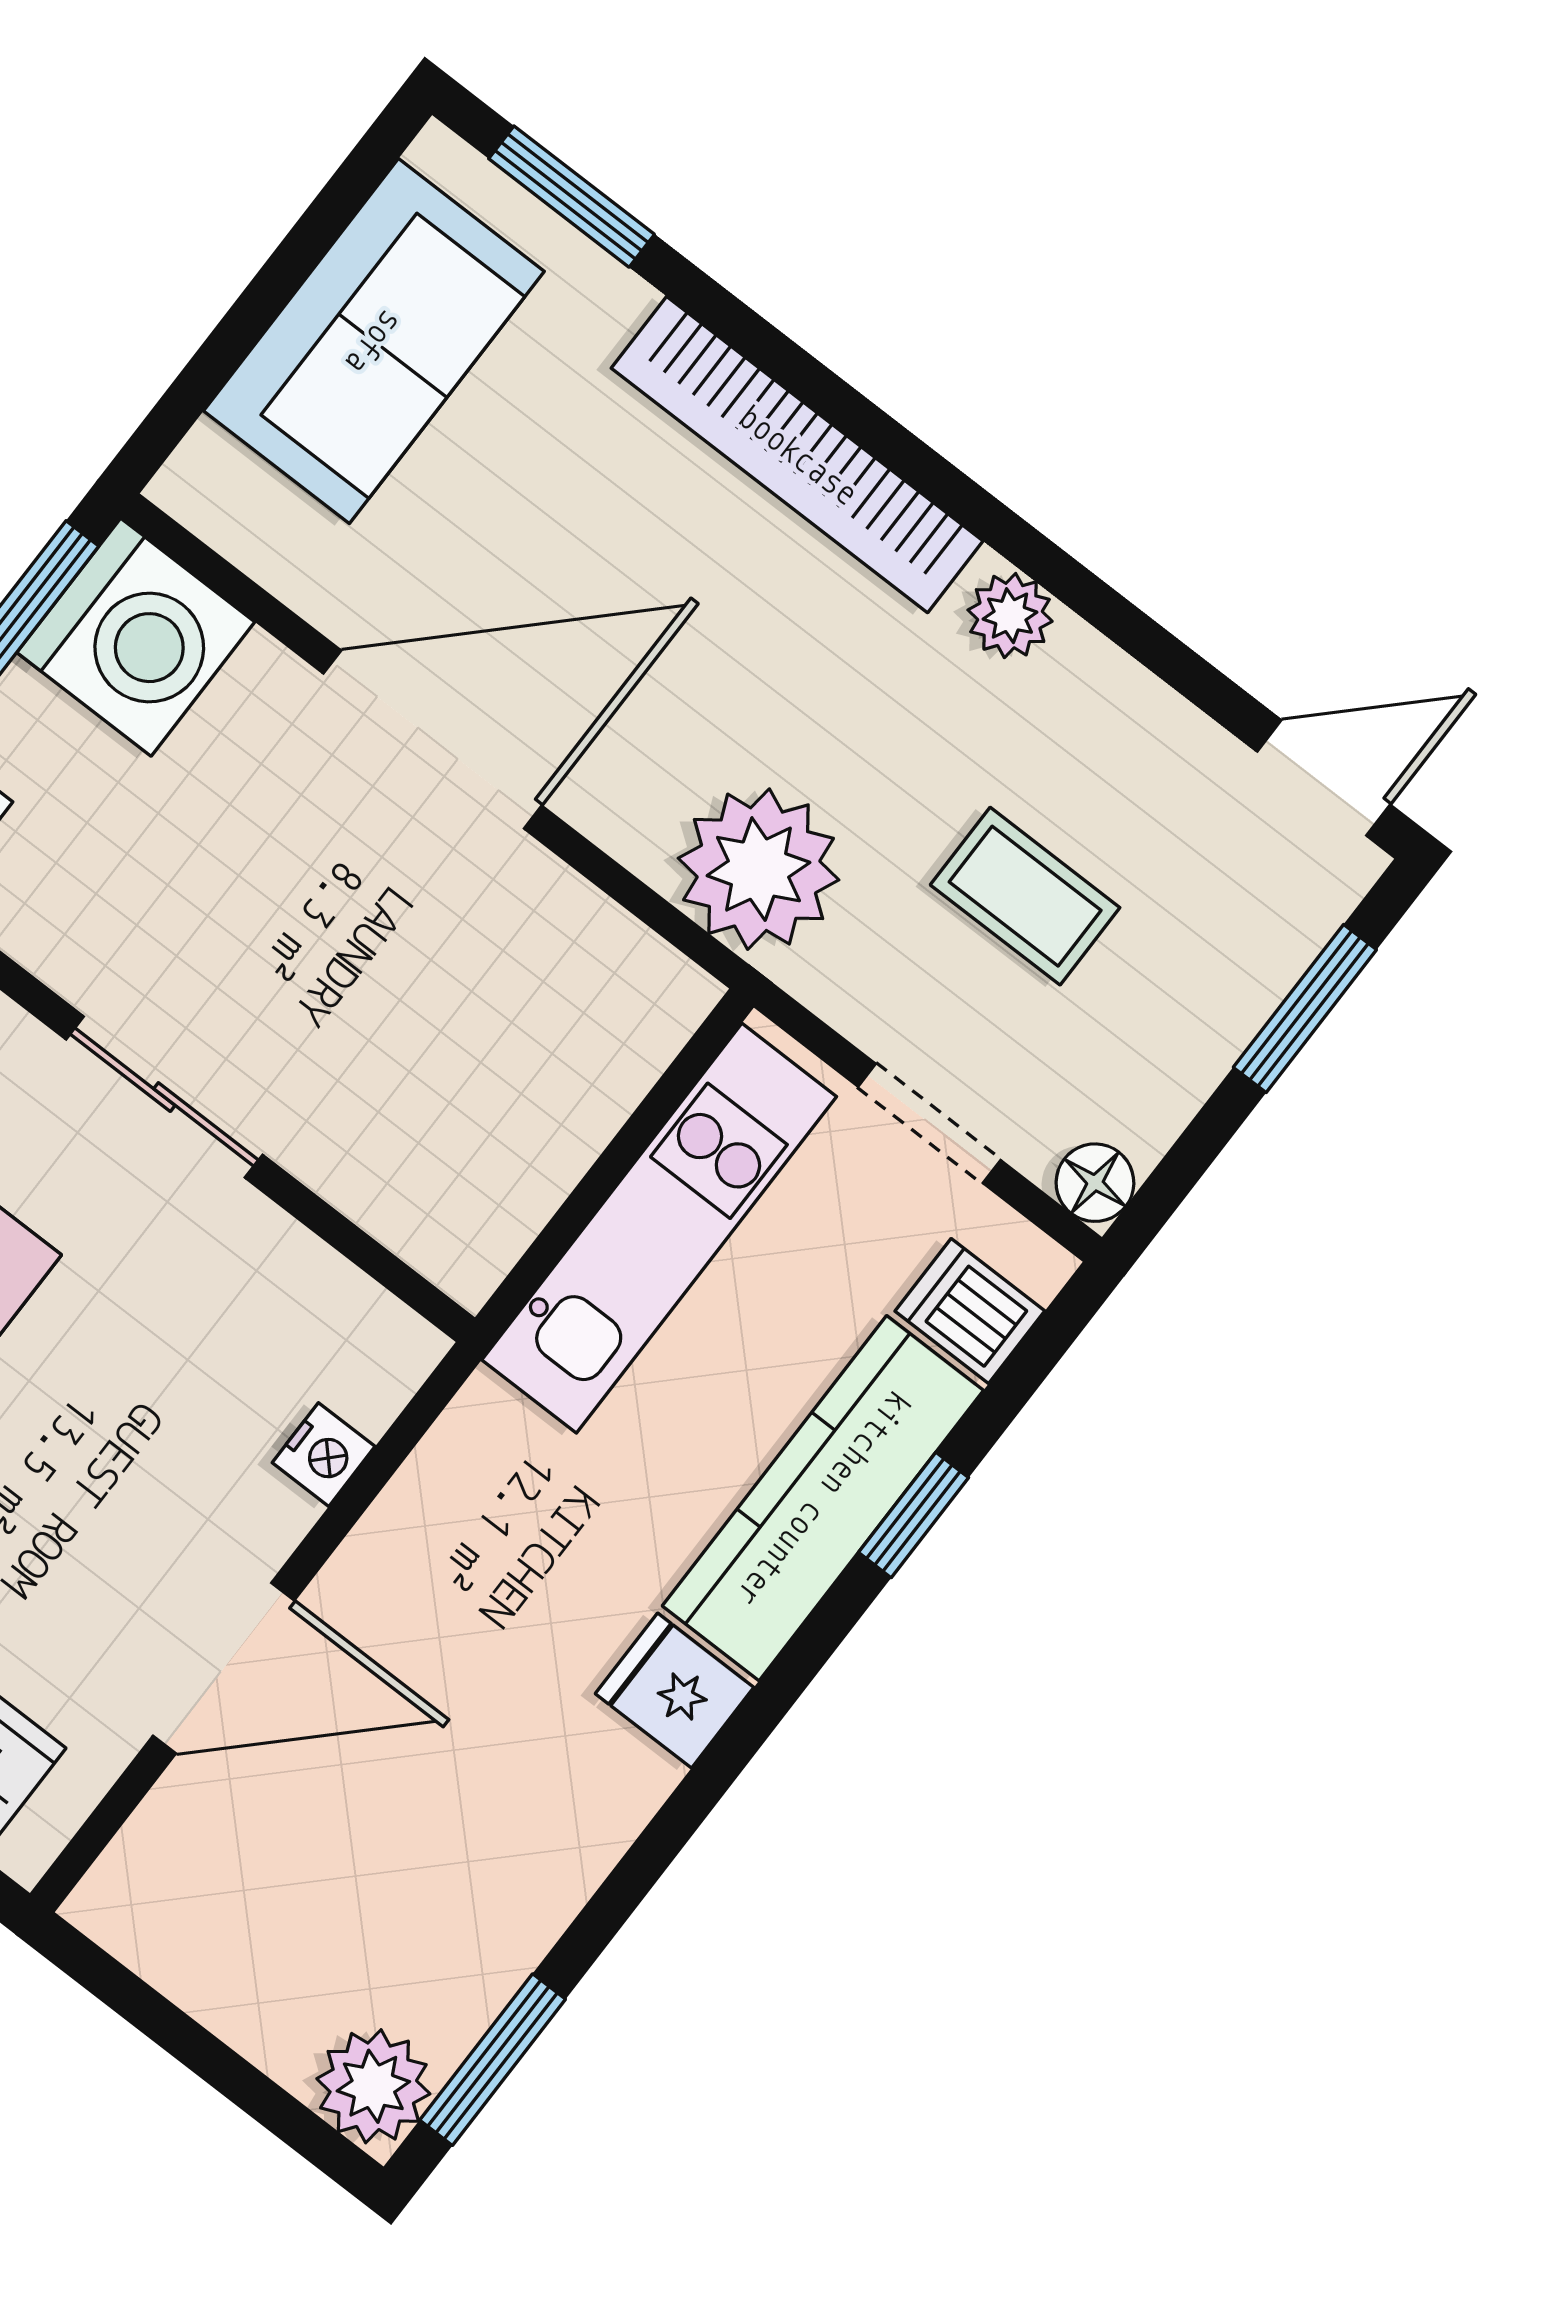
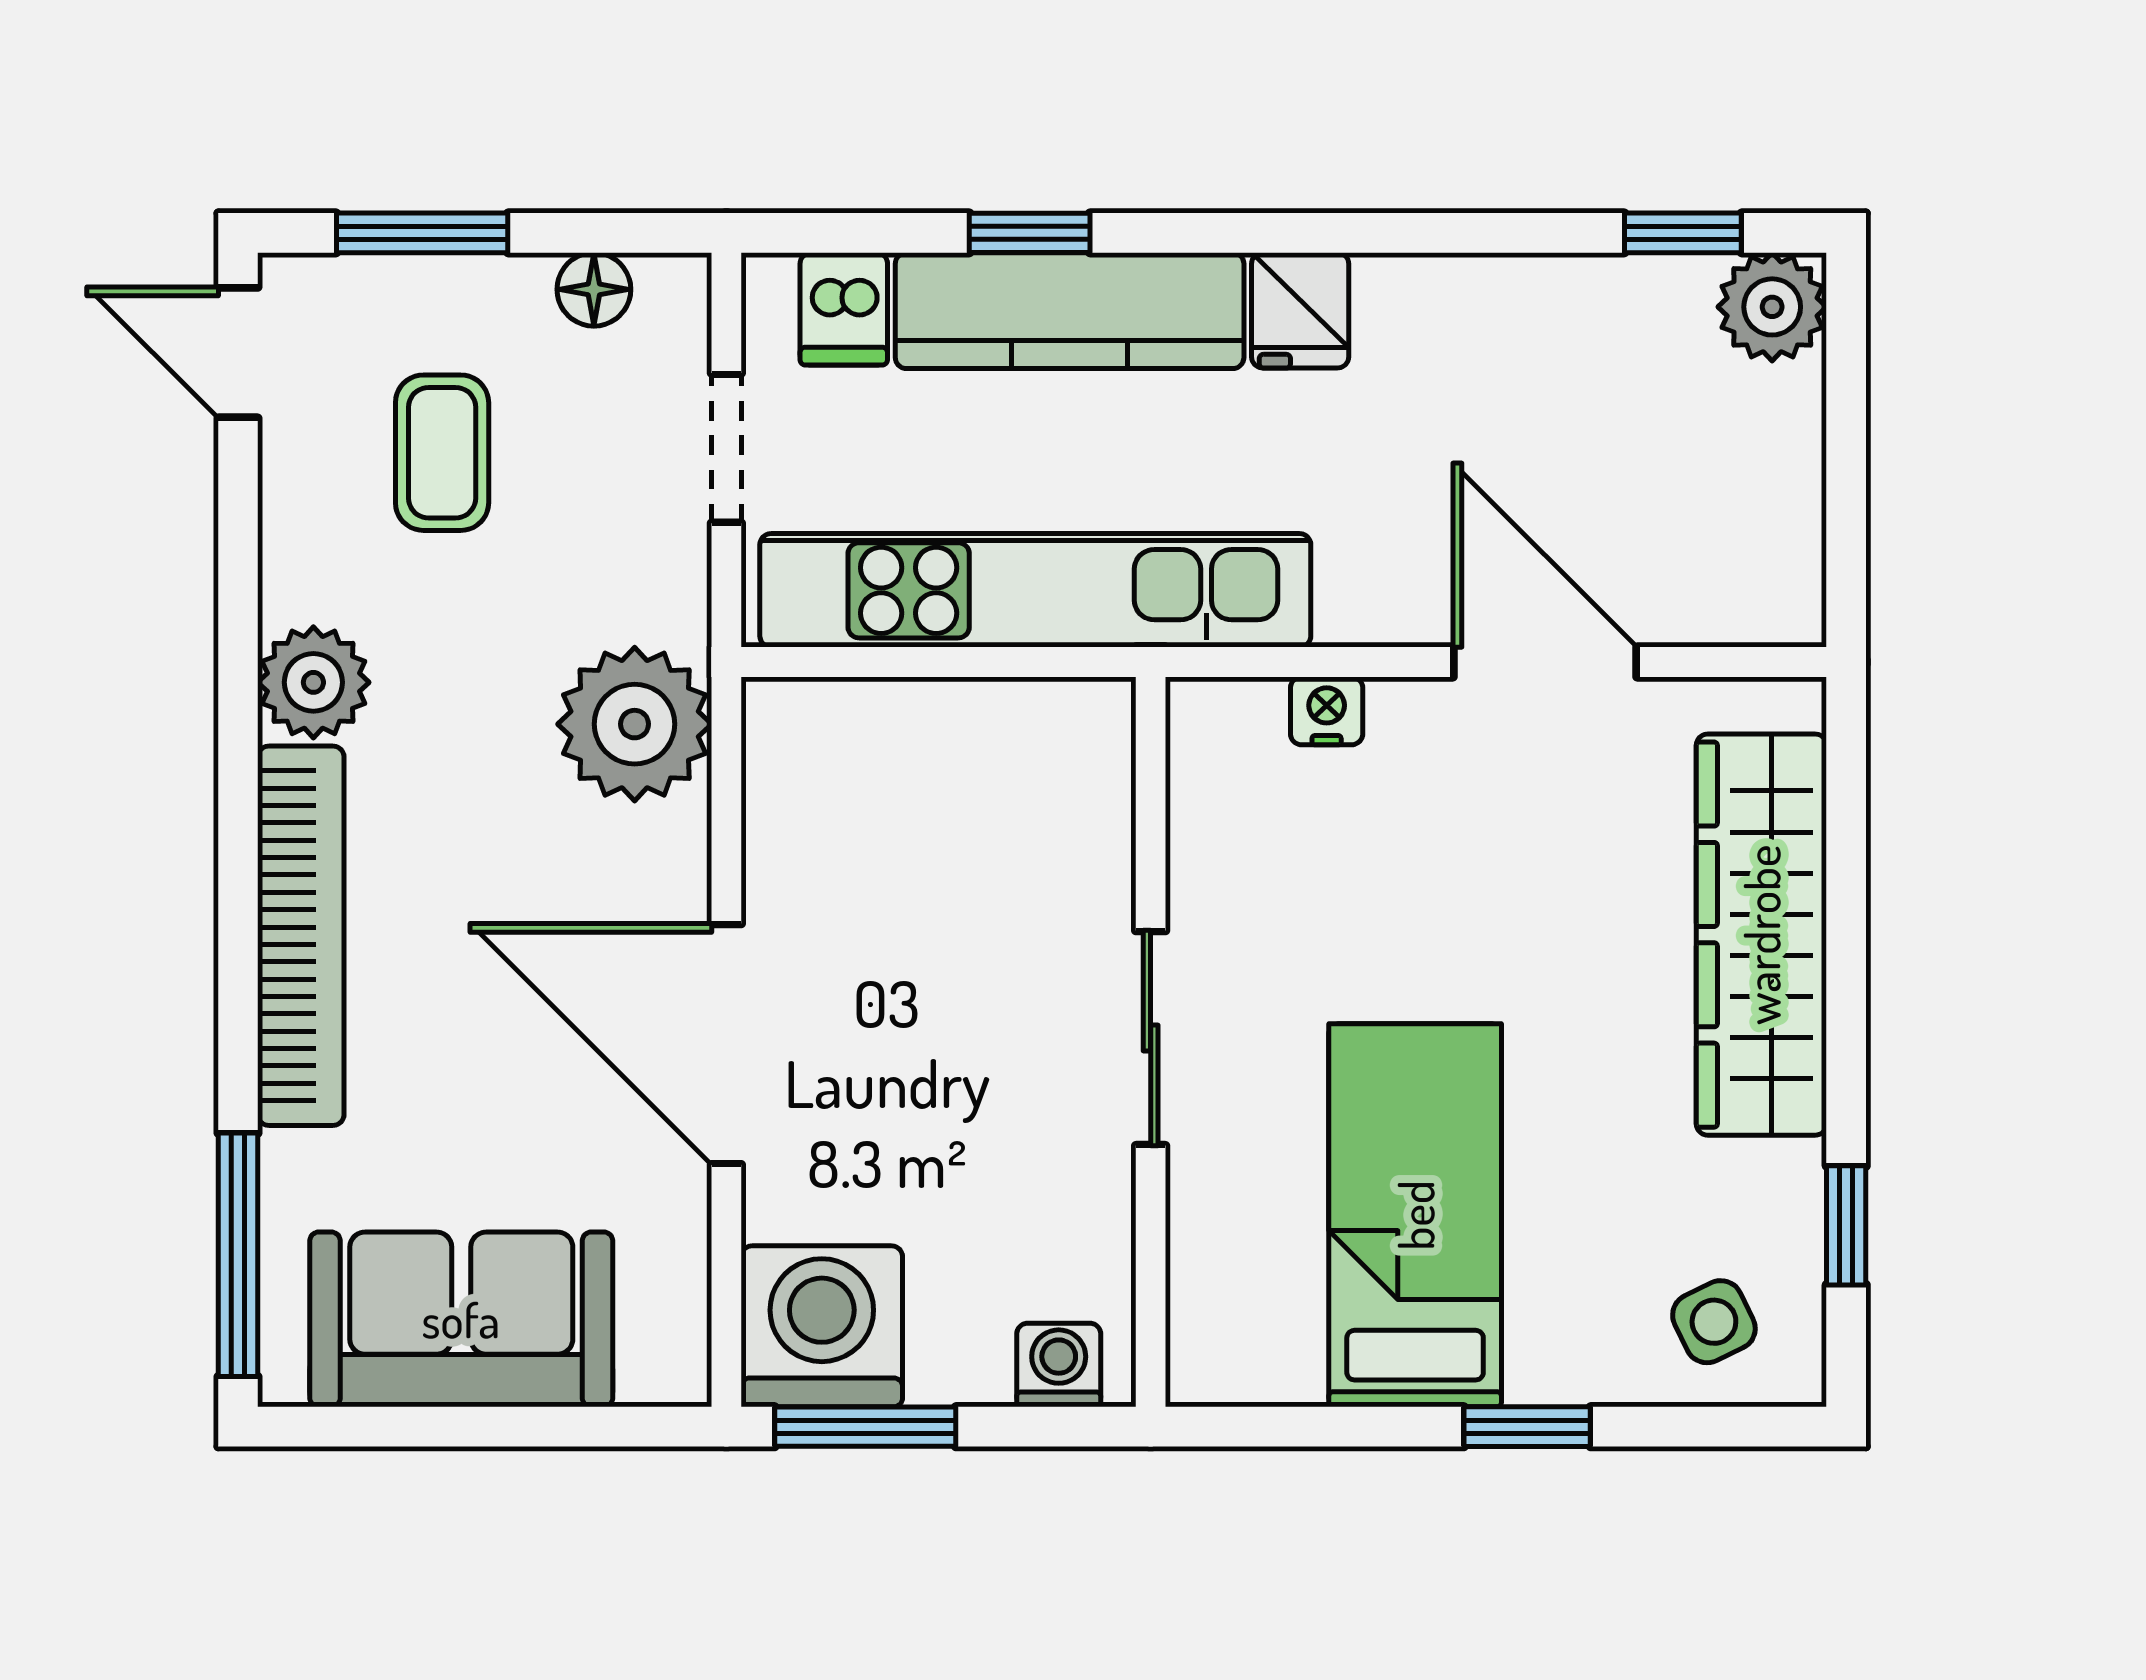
window: (572, 197) -> (238, 1255), width x1.44
plant: (1010, 616) -> (313, 682), width x1.38, depth x1.38
coffee table: (1025, 896) -> (442, 453), moved
floor lamp: (1095, 1183) -> (594, 289), moved
kitchen unit: (659, 1228) -> (1035, 590), width x1.36
window: (493, 2060) -> (1683, 233), width x0.67

